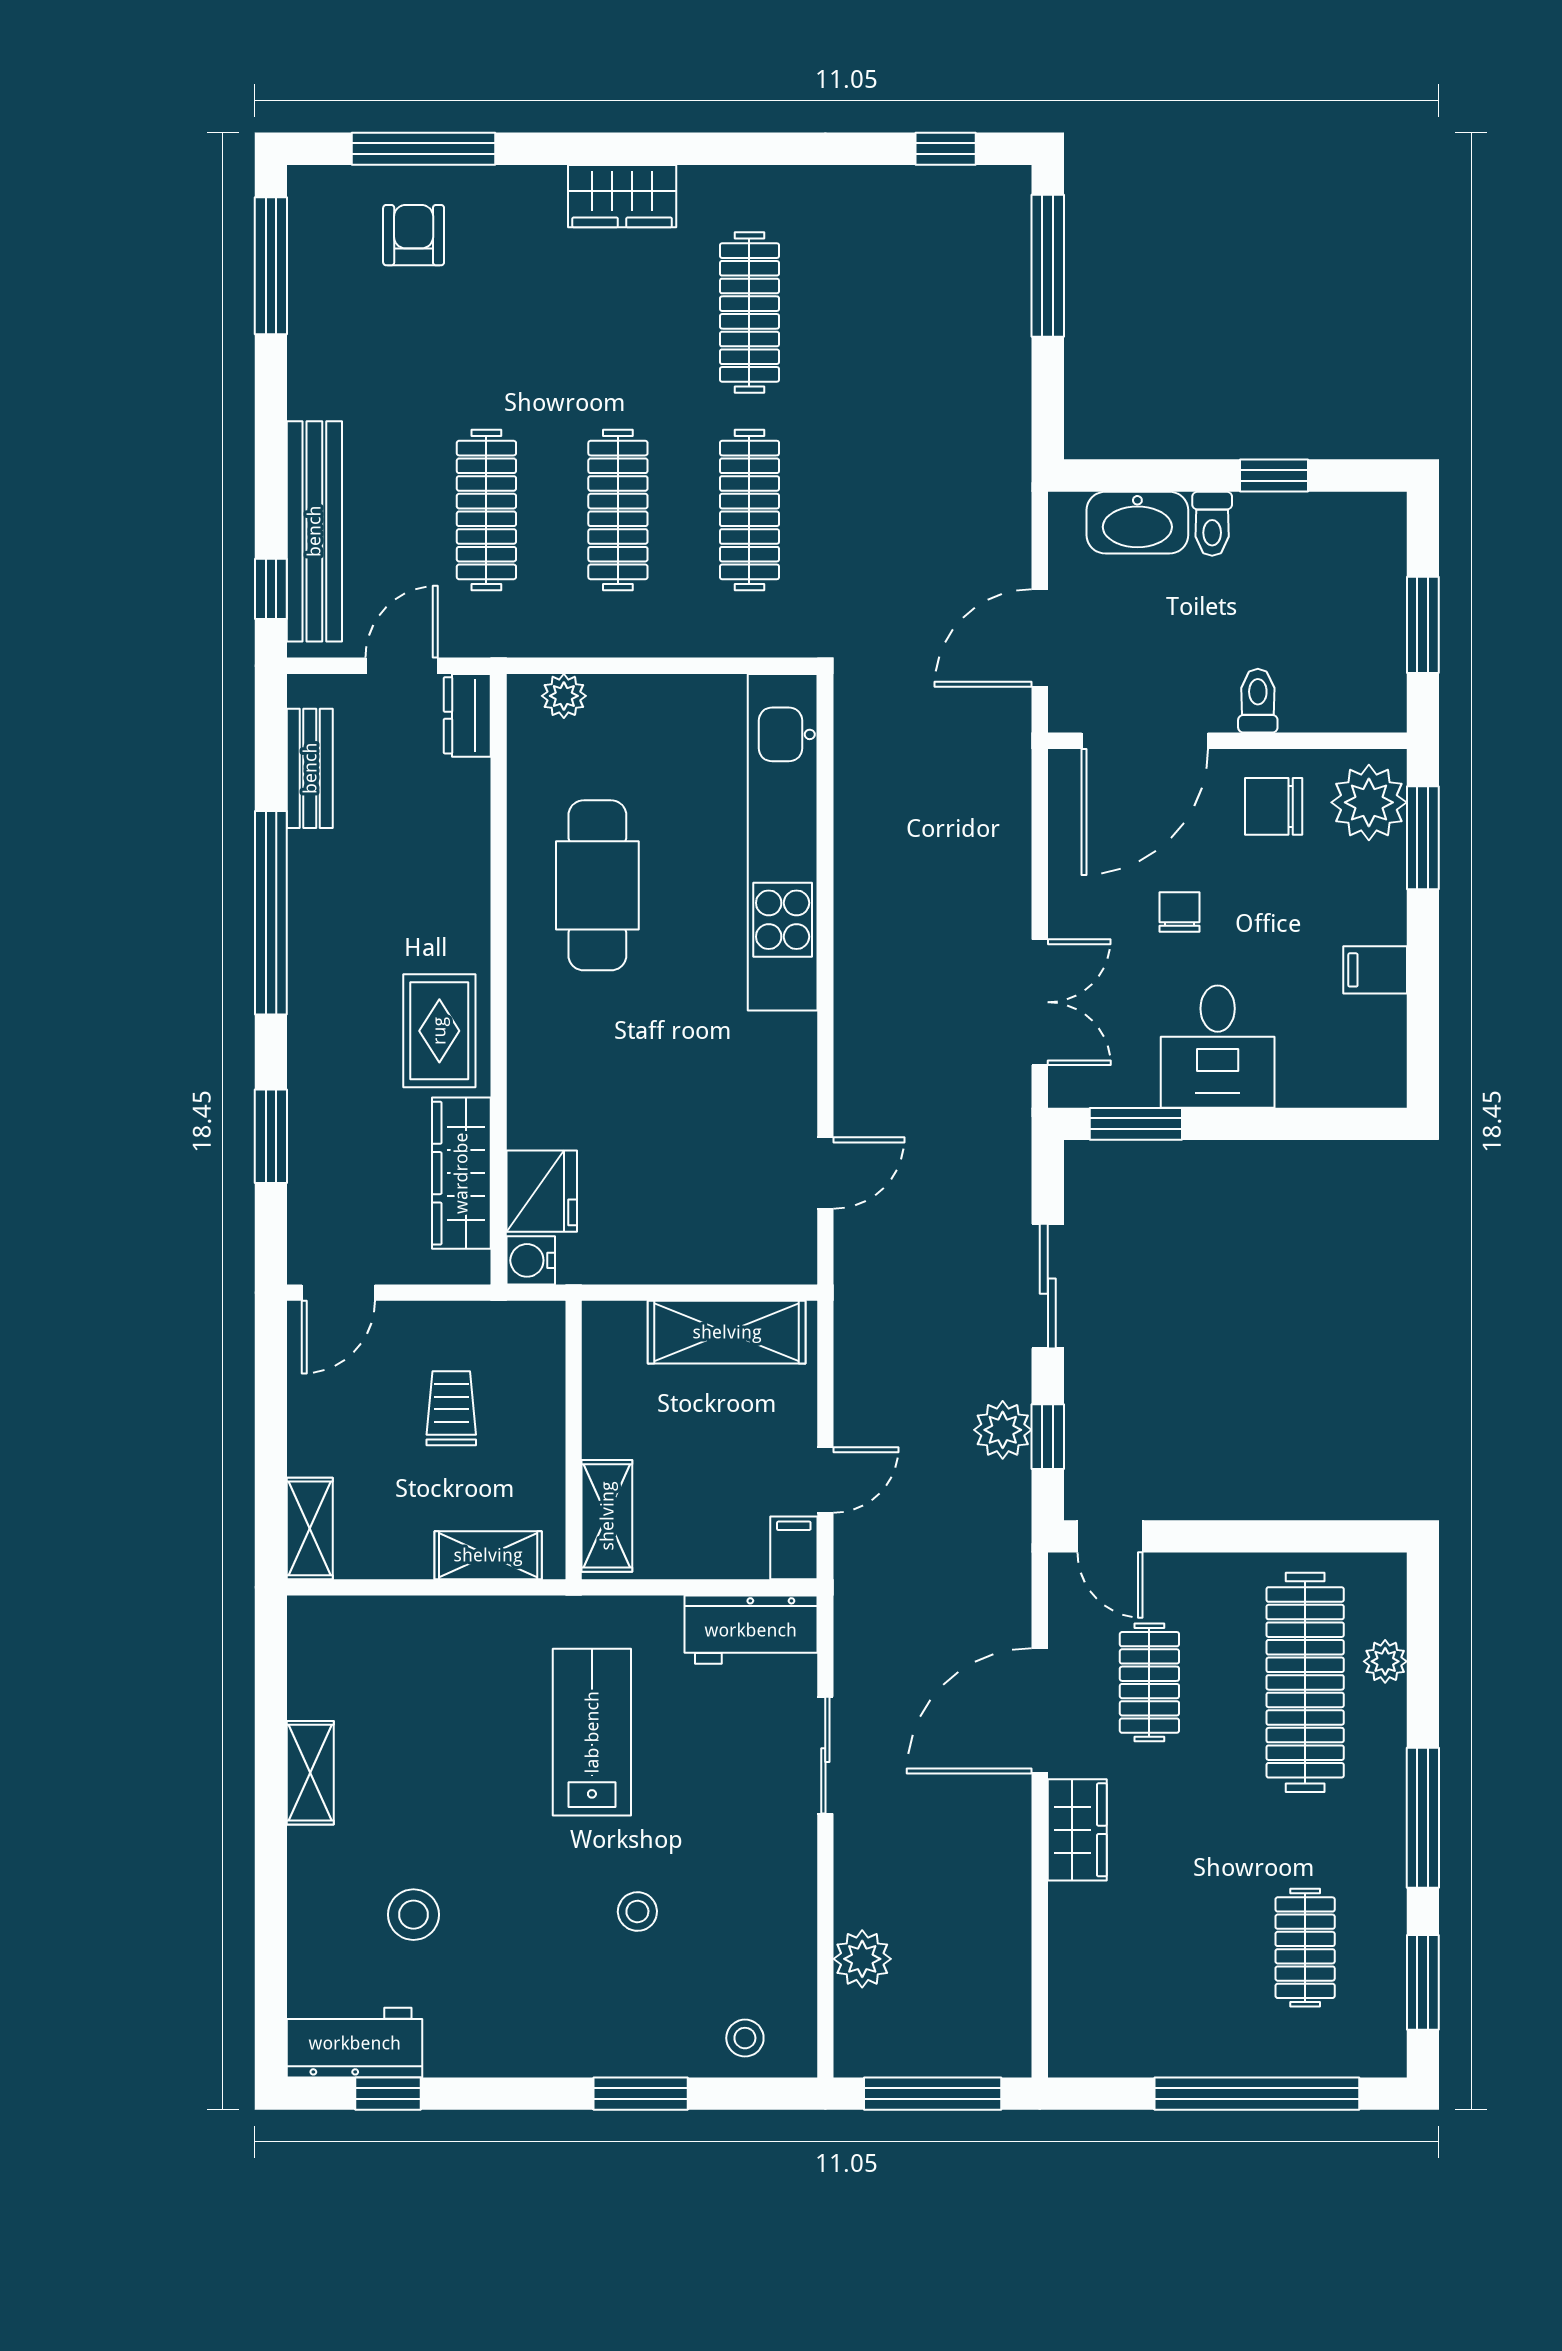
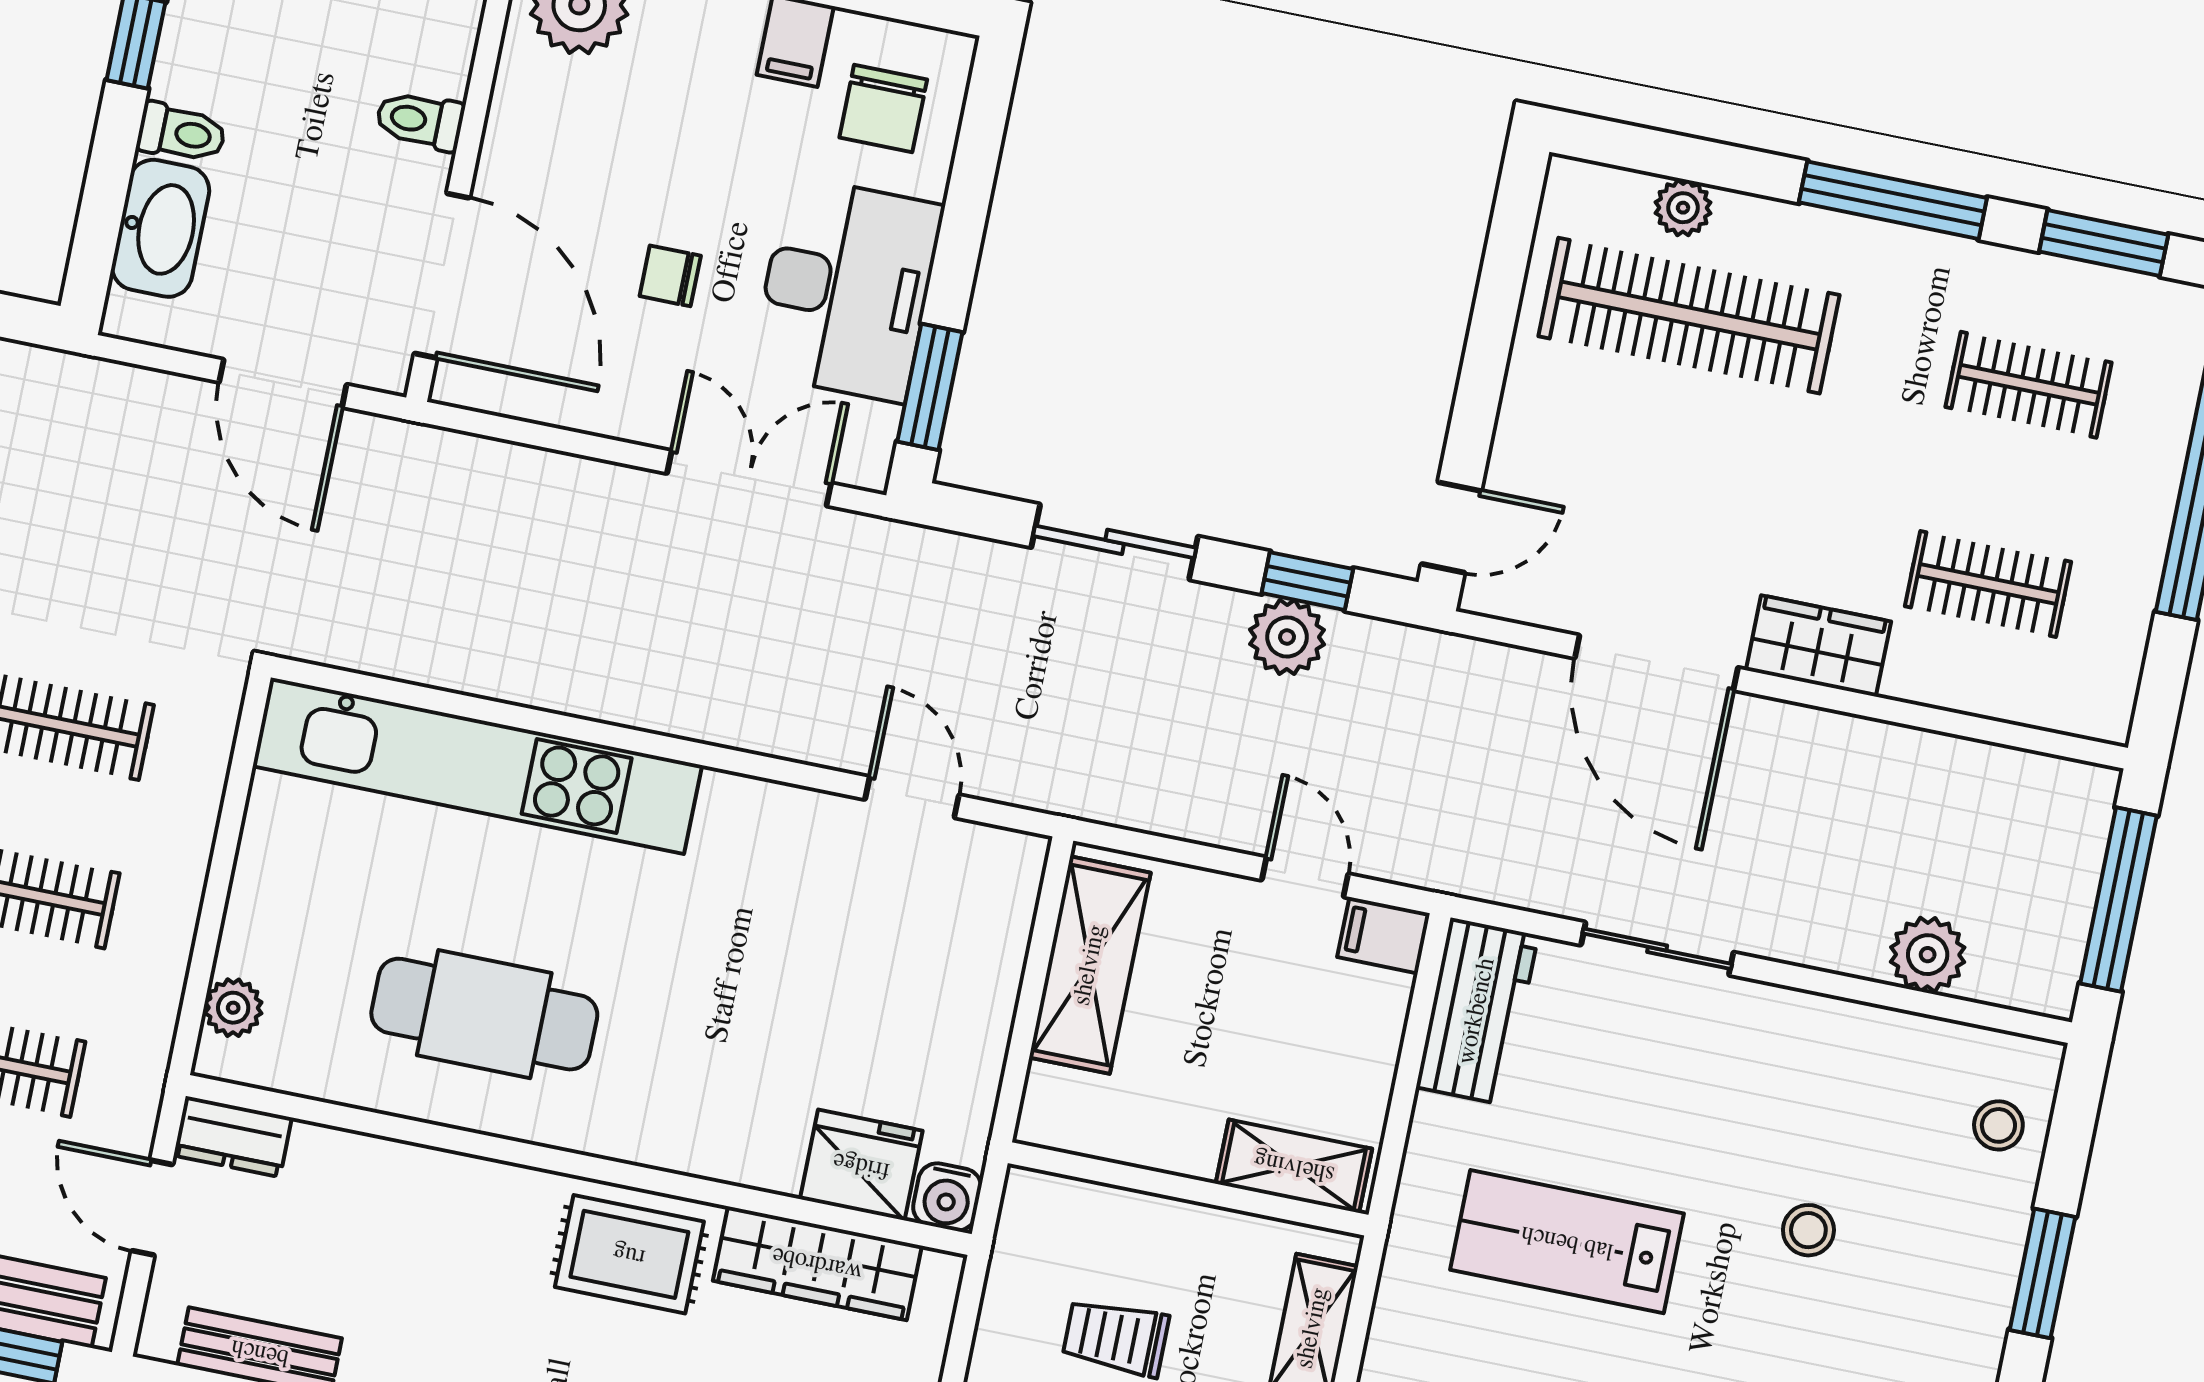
chair: (1274, 806) -> (883, 108), moved
desk: (1218, 1047) -> (847, 289), width x1.37
clothes rail: (1149, 1682) -> (1988, 584), moved

